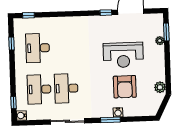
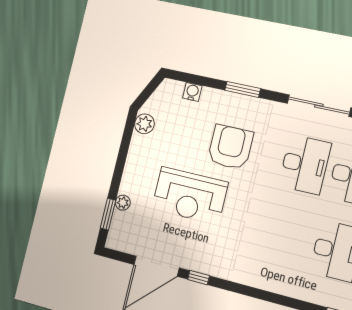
reception desk: (123, 55) -> (190, 196), turned 180
armchair: (125, 87) -> (230, 147), moved
water cooler: (118, 112) -> (192, 92), moved

